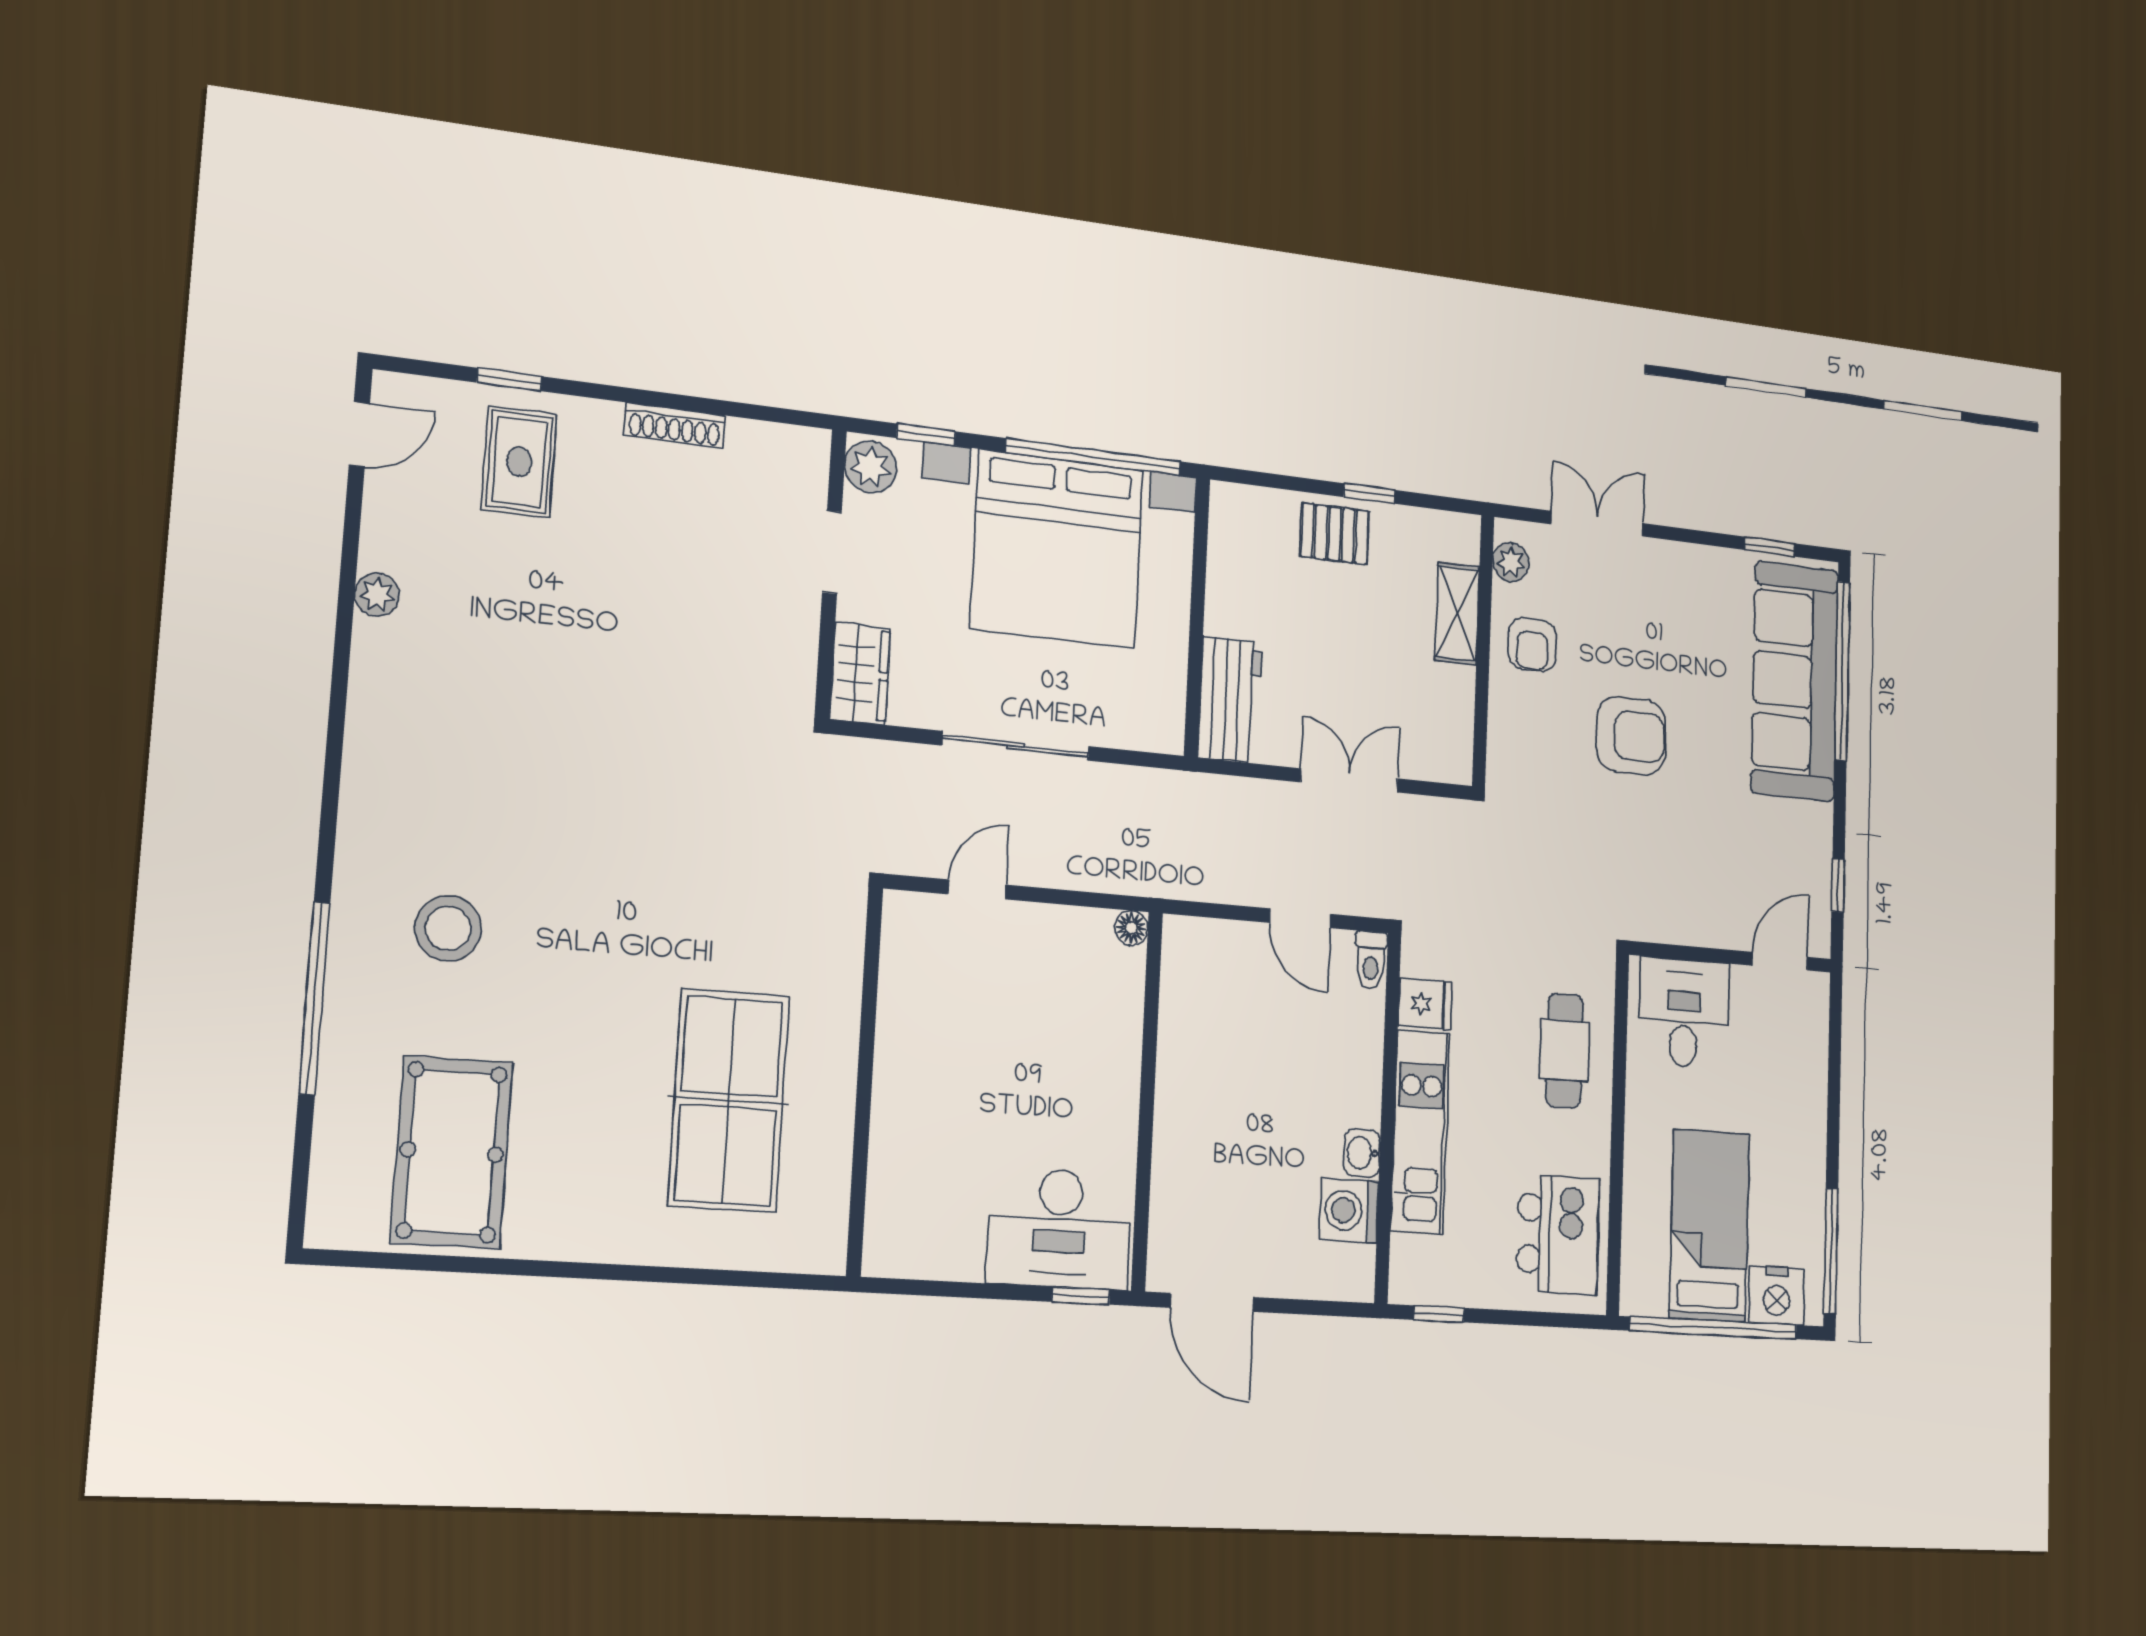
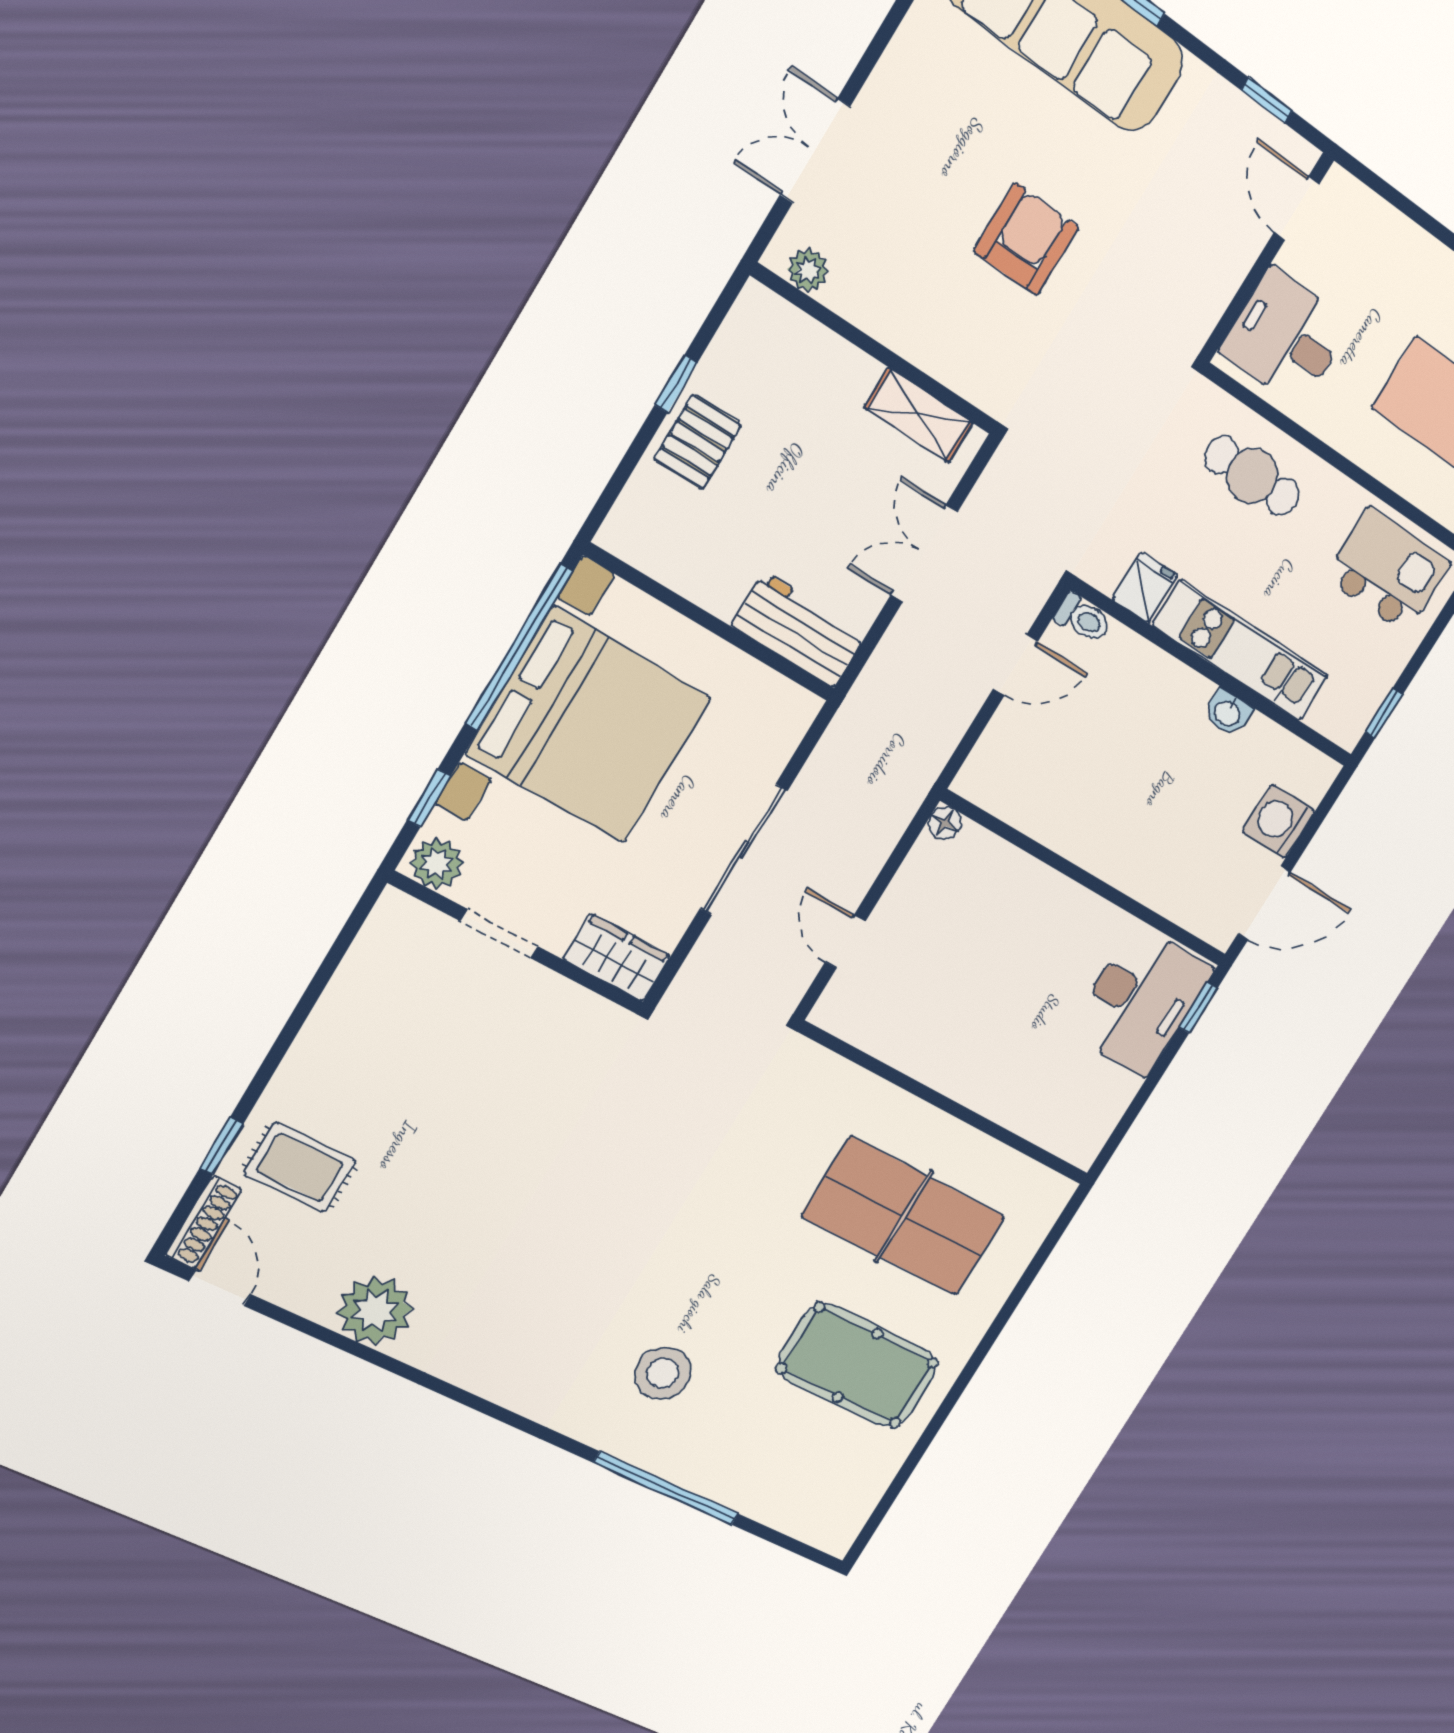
shoe rack: (675, 425) -> (204, 1222), moved
plant: (377, 595) -> (375, 1311), width x1.88, depth x1.88
shelving: (1457, 613) -> (919, 415), moved
armchair: (1532, 644) -> (894, 294), removed
pool table: (452, 1152) -> (858, 1366), moved
washing machine: (1349, 1211) -> (1278, 821), moved, turned 90

